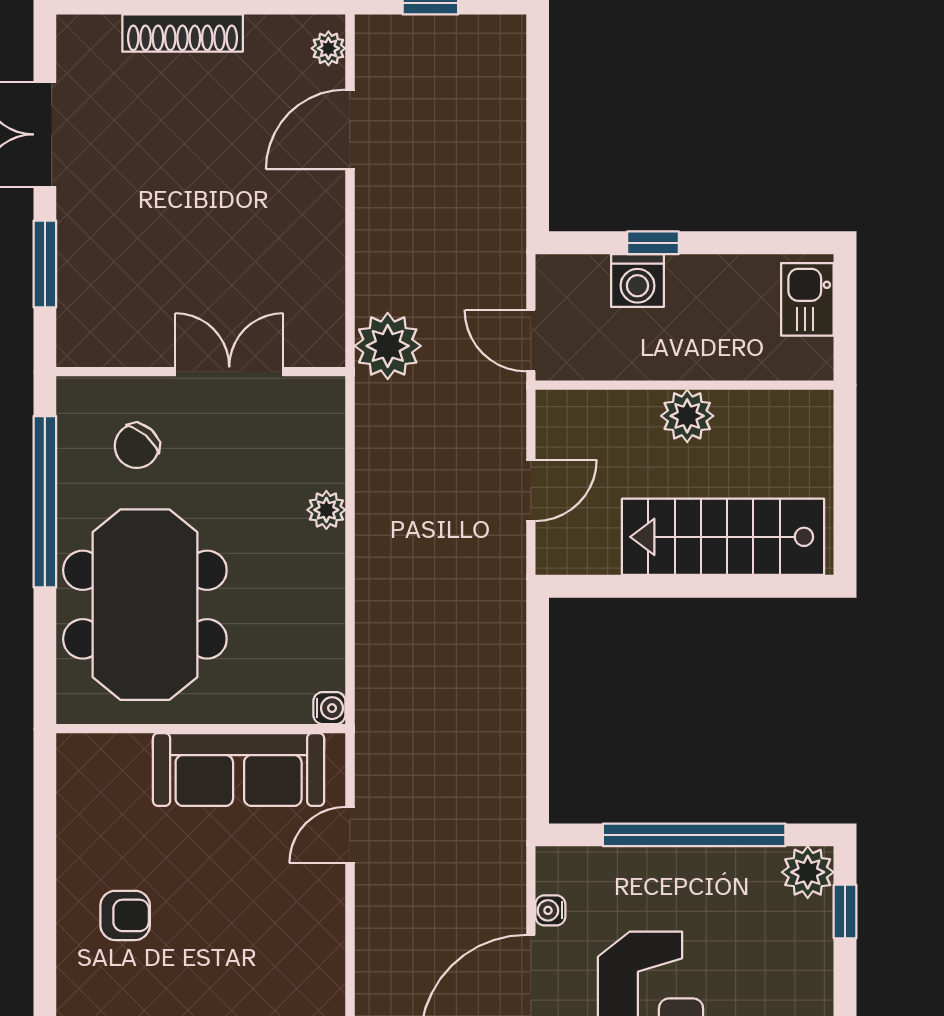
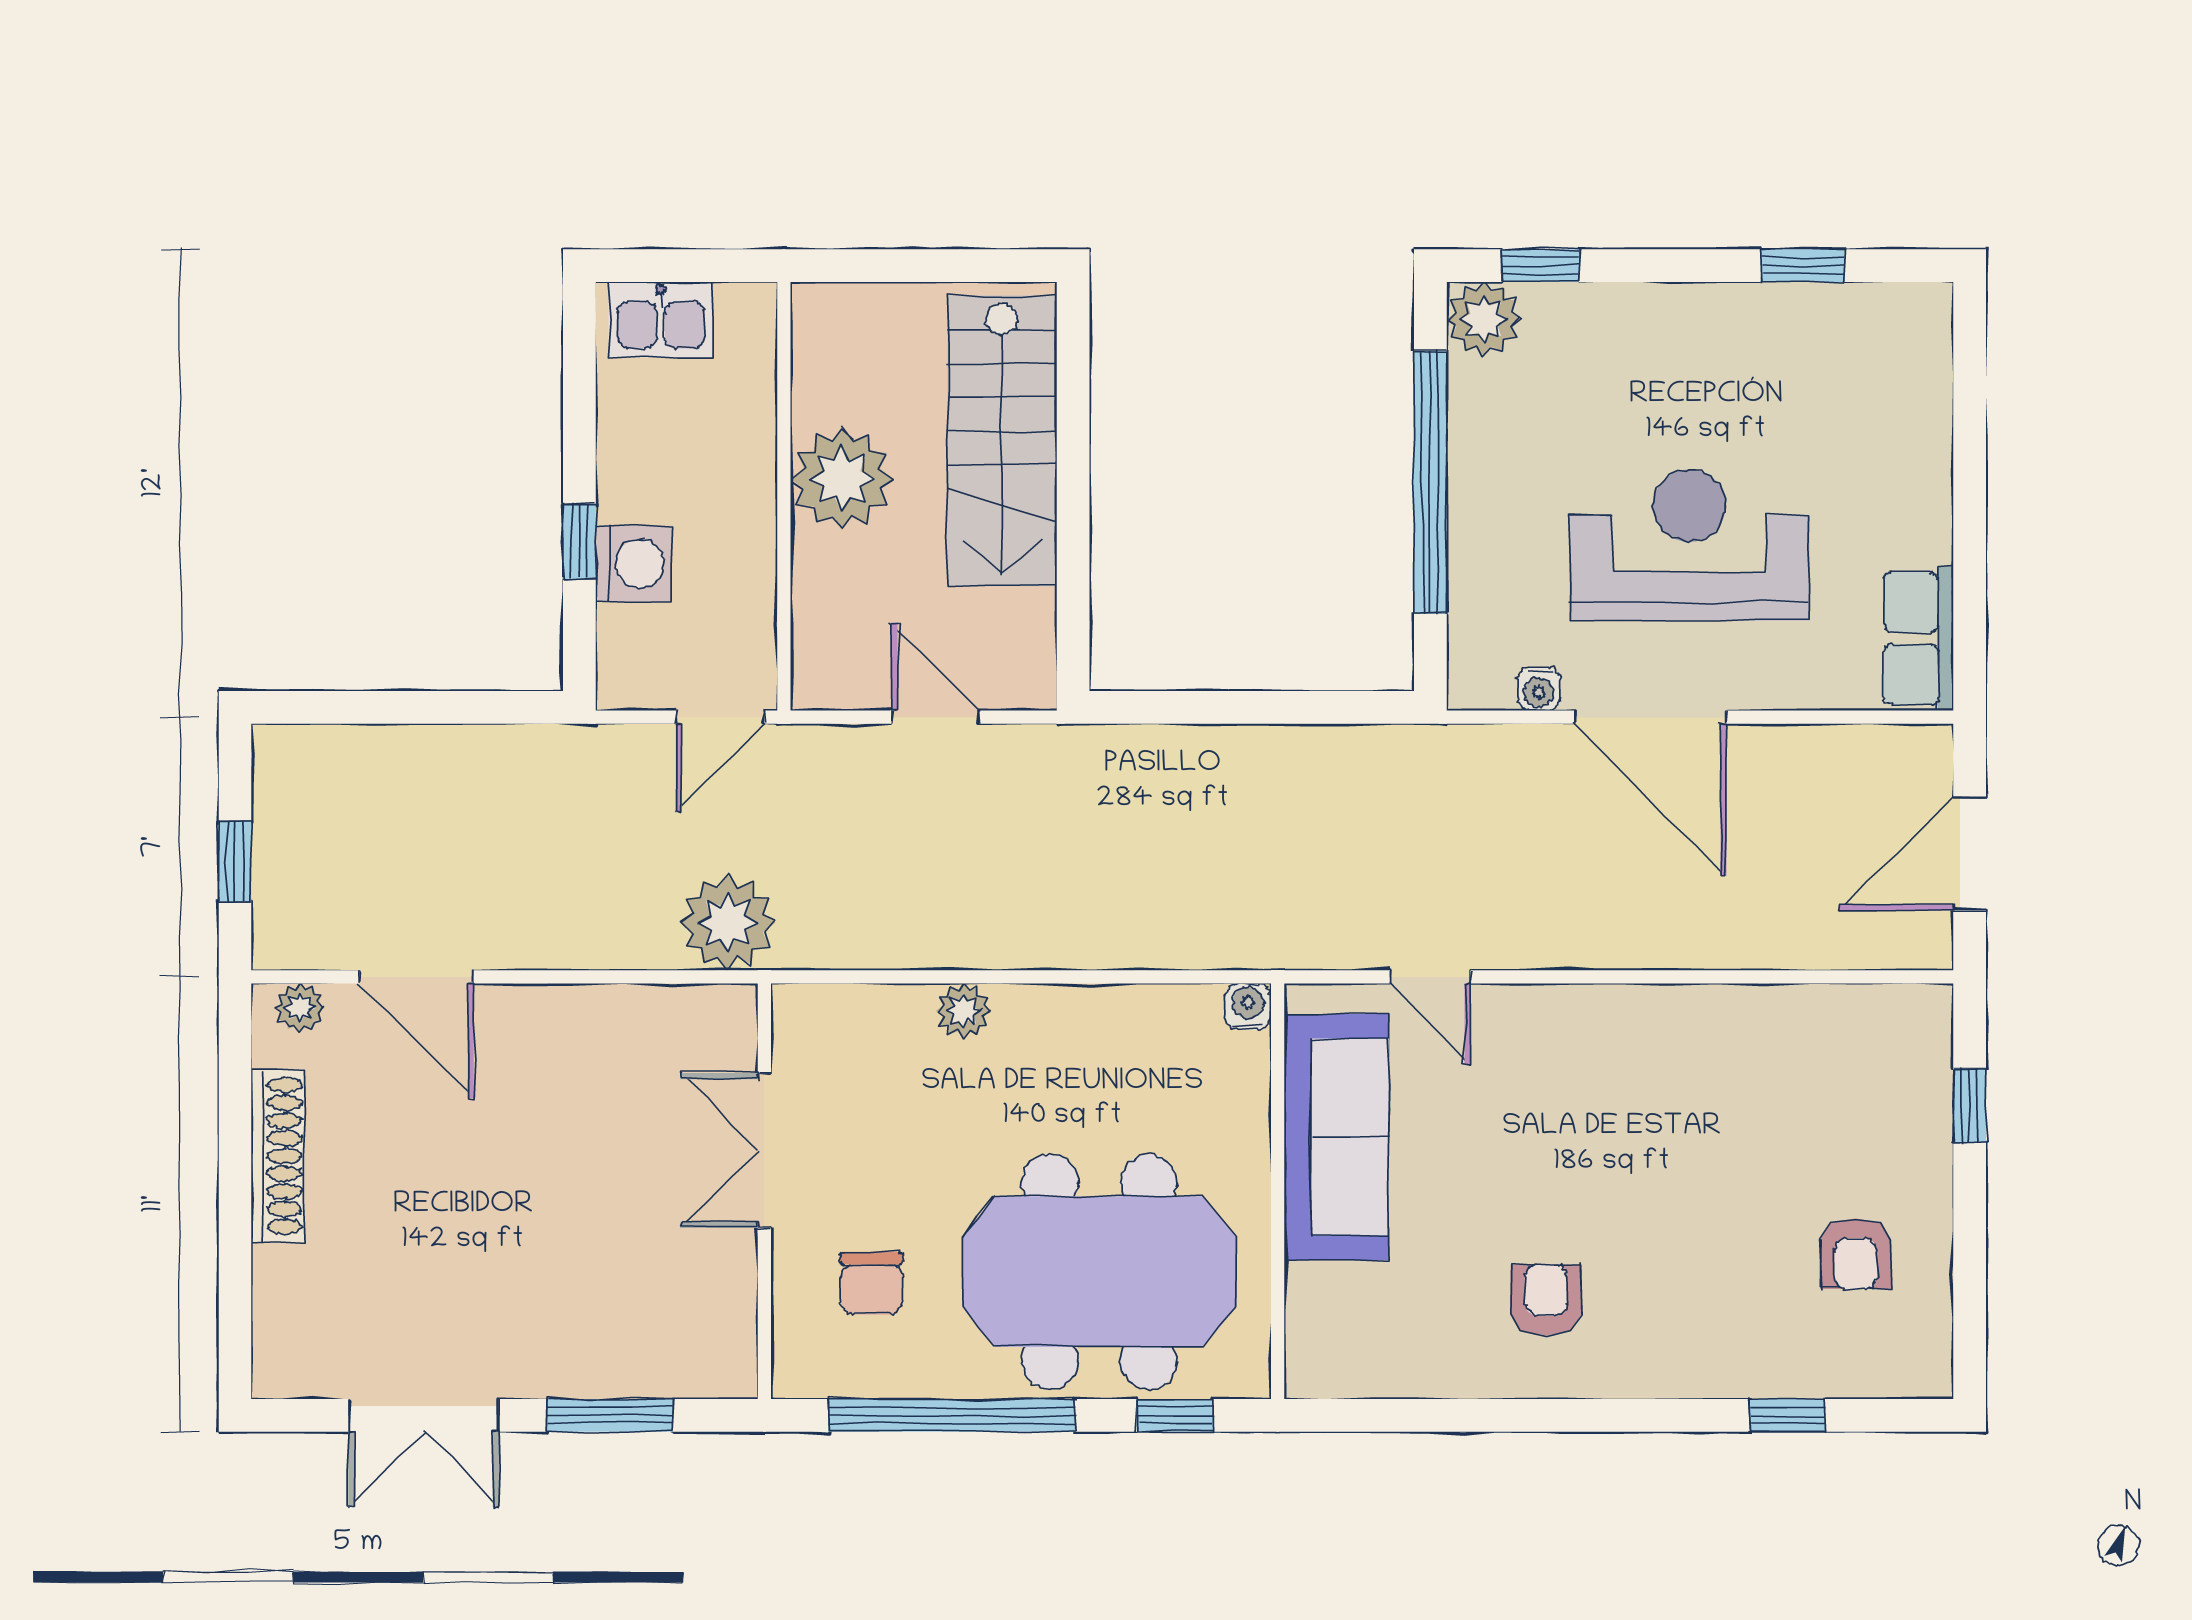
shoe rack: (183, 33) -> (278, 1156), moved
plant: (687, 416) -> (842, 479), width x1.36, depth x1.36
chair: (137, 446) -> (871, 1283), turned 49
window: (45, 657) -> (1175, 1415), added

